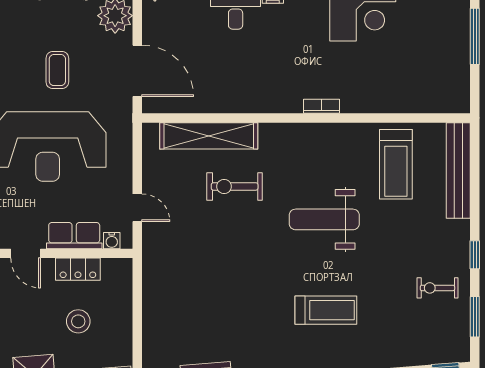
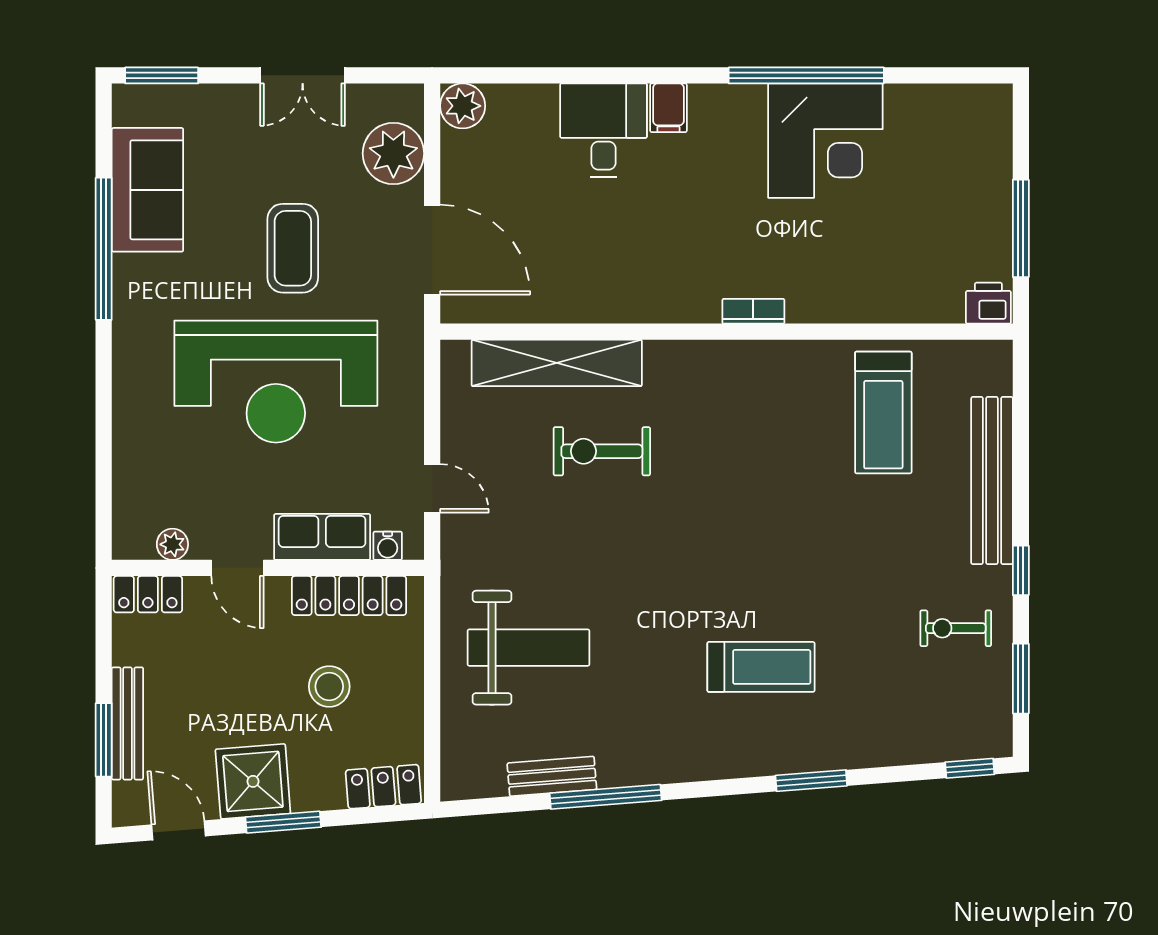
window: (475, 36) -> (1021, 228), moved
coffee table: (57, 70) -> (293, 248), width x1.36, depth x1.30
printer: (456, 102) -> (988, 303), added
bench: (458, 170) -> (992, 481), moved
weight bench: (324, 219) -> (529, 648), moved, turned 180
locker: (78, 269) -> (349, 596), width x1.53

